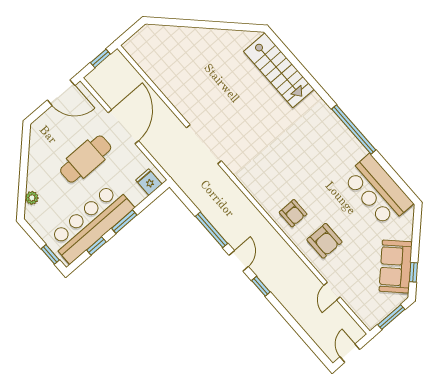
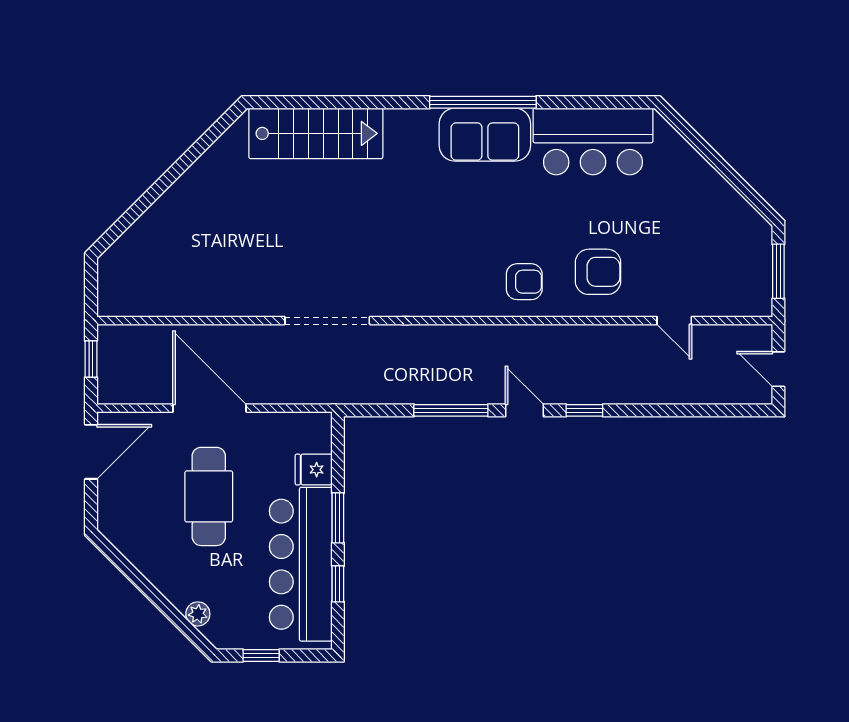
fridge: (149, 182) -> (314, 470), moved
window: (50, 254) -> (261, 655), moved
sofa: (396, 267) -> (485, 135), moved, turned -45
window: (413, 272) -> (744, 189), removed

